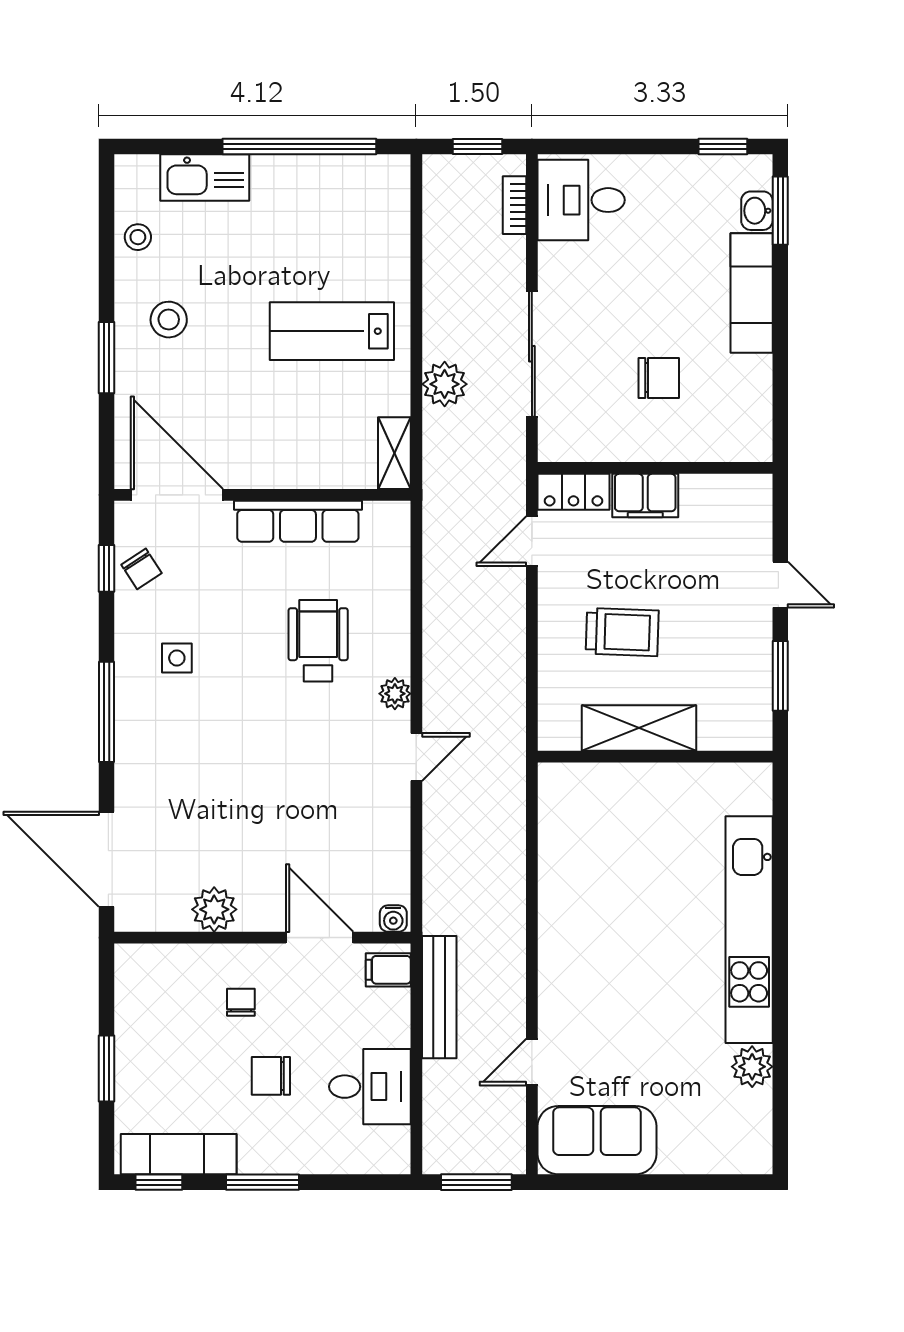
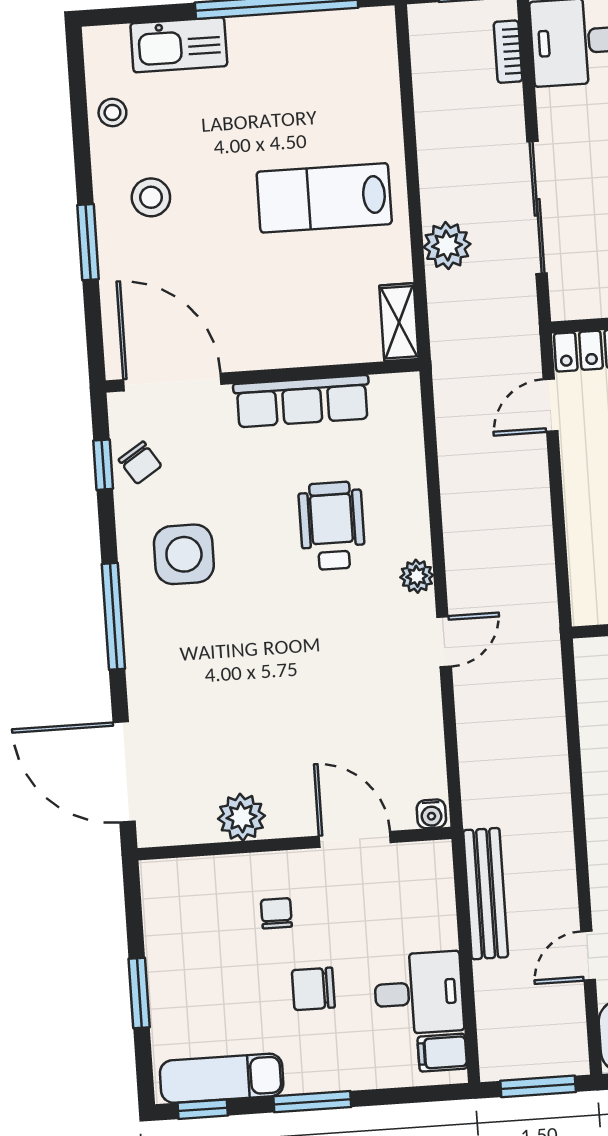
side table: (177, 658) -> (184, 554), width x1.87, depth x1.87
filing cabinet: (388, 970) -> (442, 1053), moved

